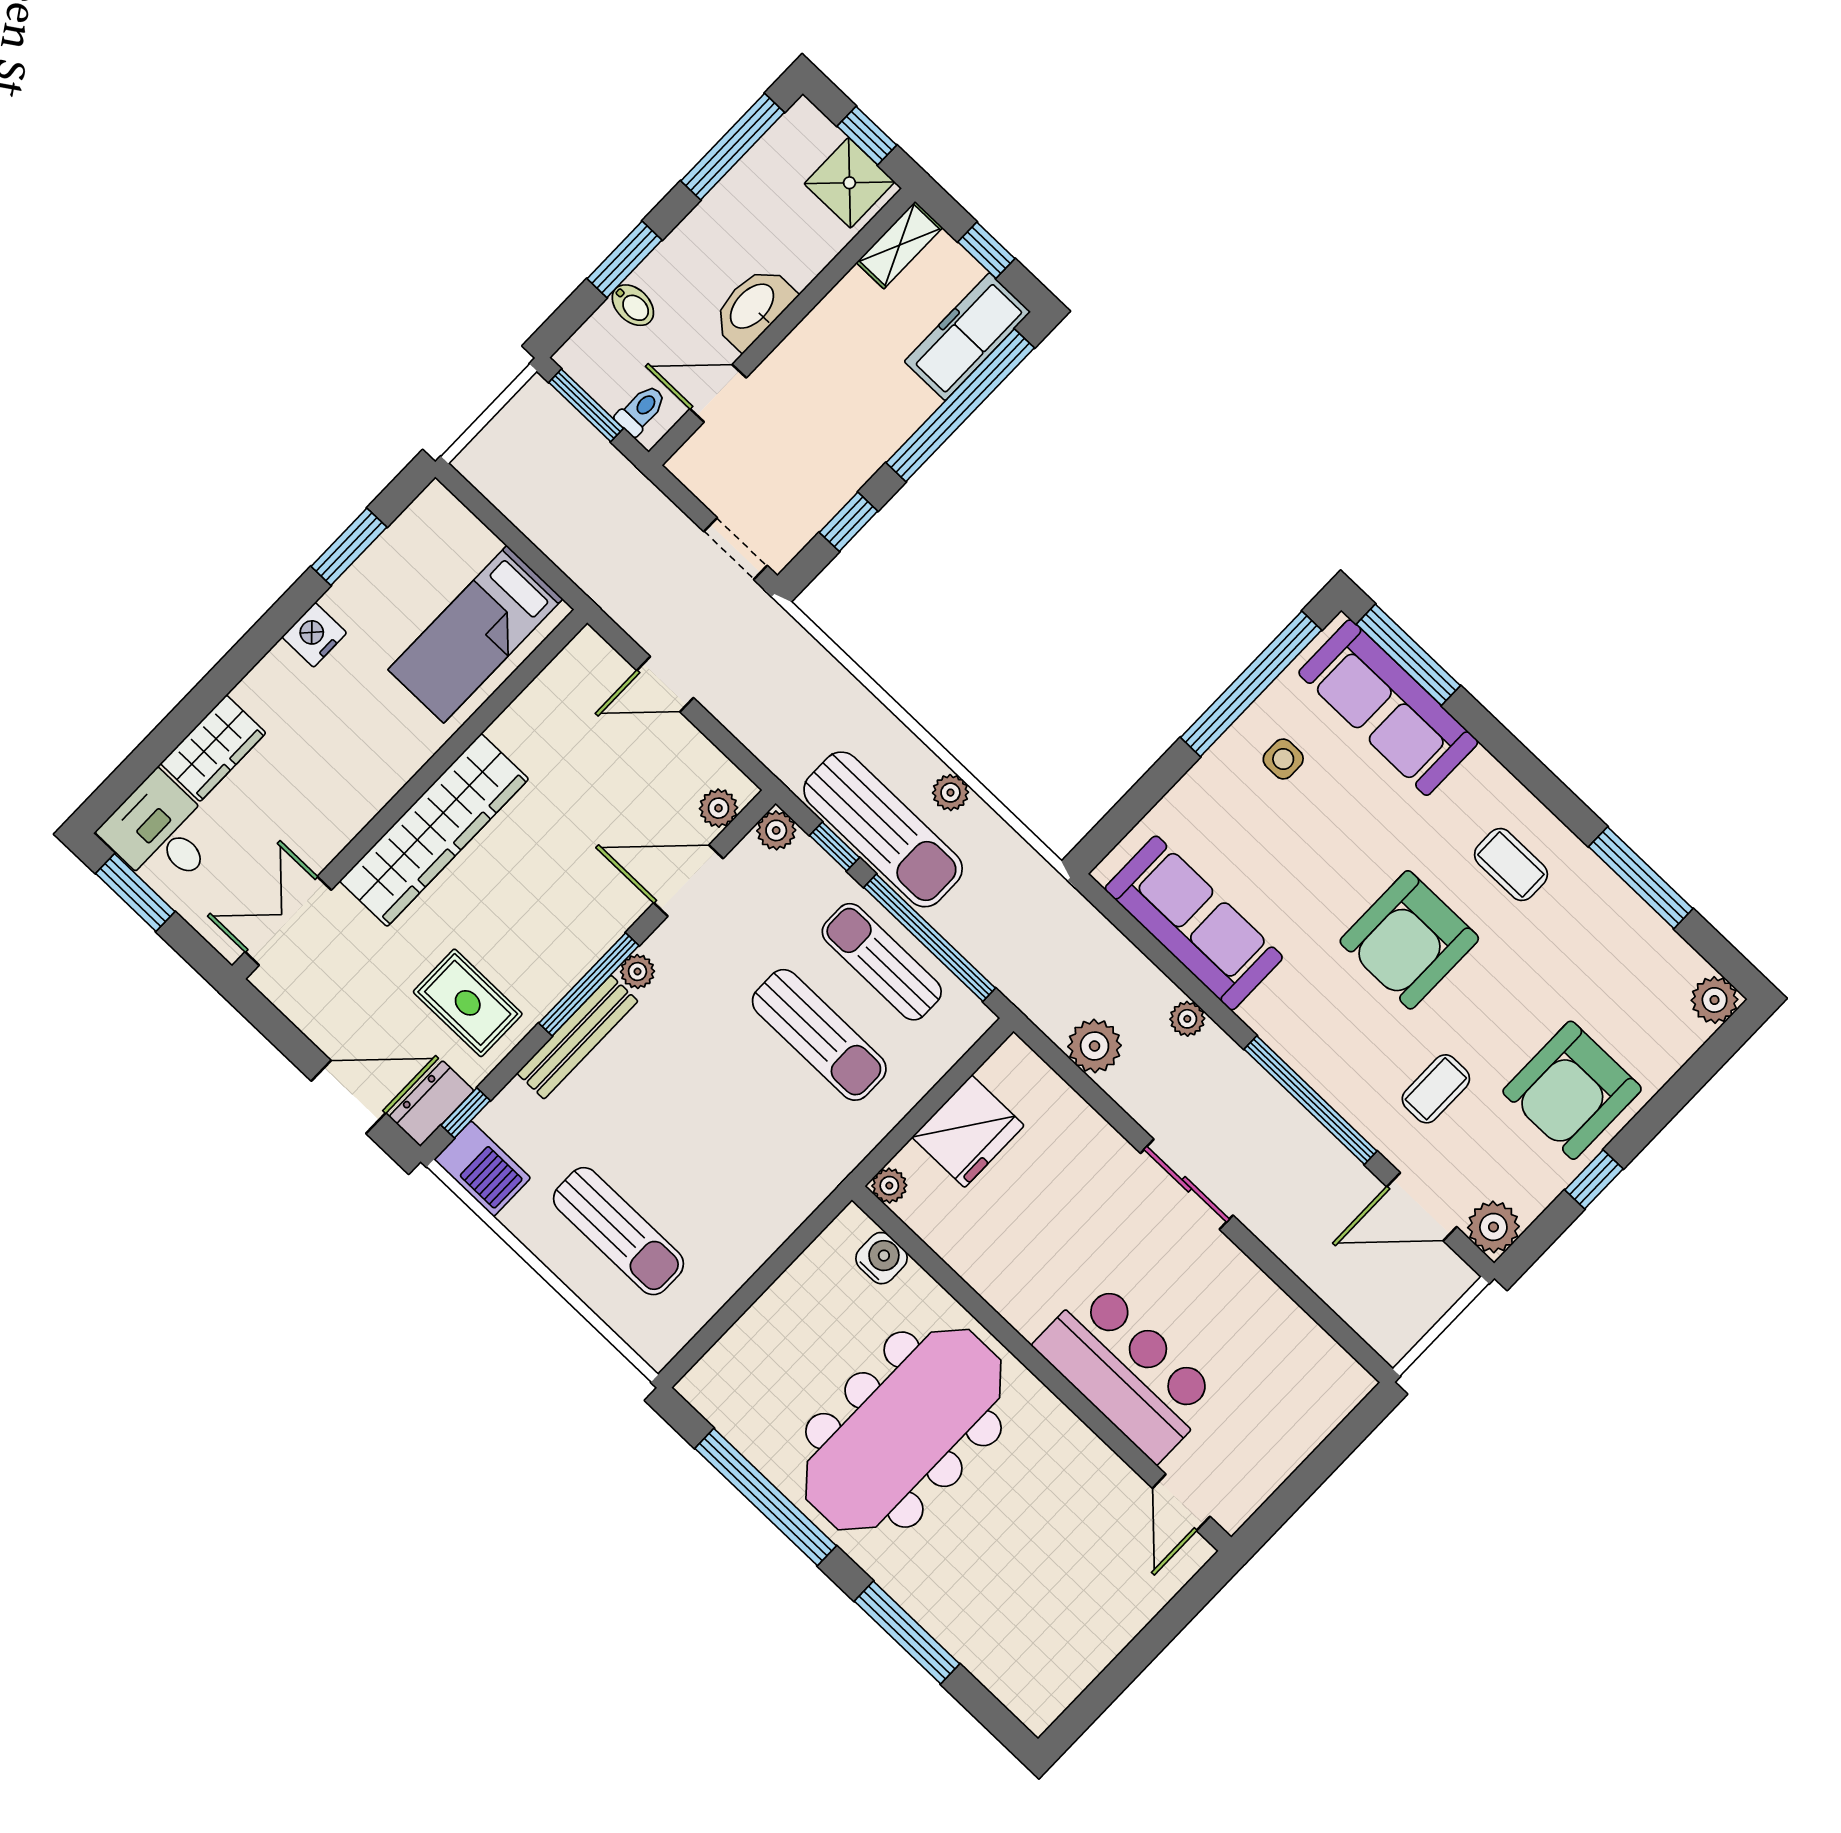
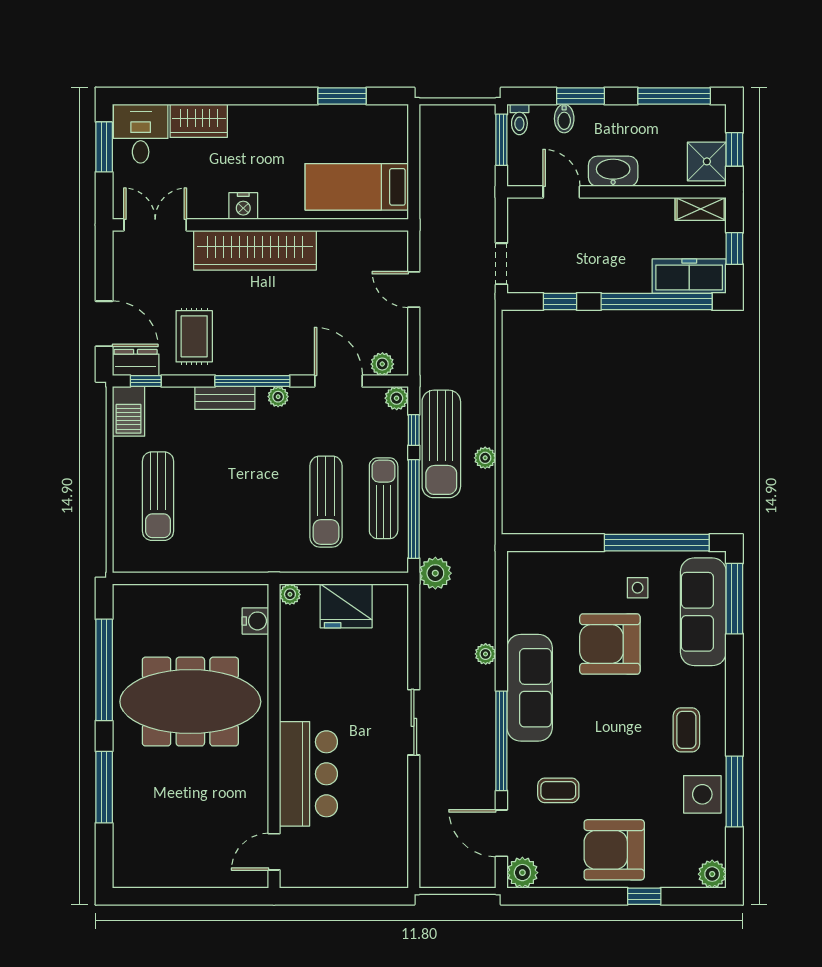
toilet: (641, 410) -> (519, 119), moved, turned 90
nightstand: (314, 635) -> (243, 206), moved, turned 180
side table: (1607, 920) -> (702, 794), added
sofa: (1194, 923) -> (530, 688), moved
armchair: (1409, 940) -> (610, 644), moved
bench: (577, 1037) -> (225, 398), width x0.73
plant: (1095, 1046) -> (435, 573), moved
window: (1594, 1179) -> (644, 896), moved

